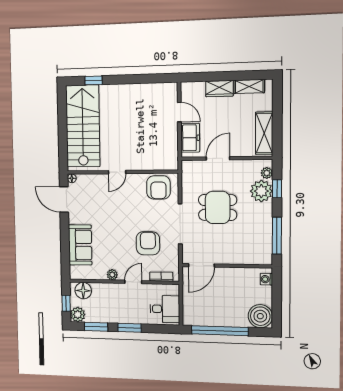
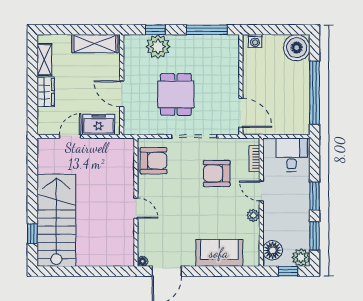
stairs: (83, 126) -> (56, 220), moved, turned 90
plant: (267, 173) -> (138, 41), removed

